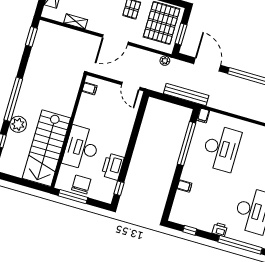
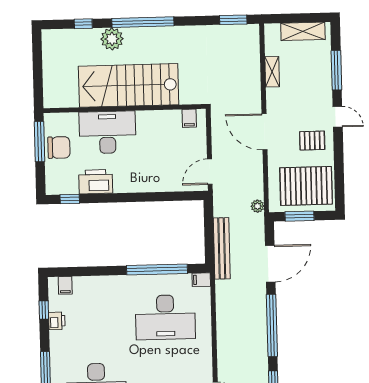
stairs: (46, 148) -> (129, 85), moved
filing cabinet: (184, 186) -> (65, 285), moved
printer: (220, 229) -> (57, 321), moved

